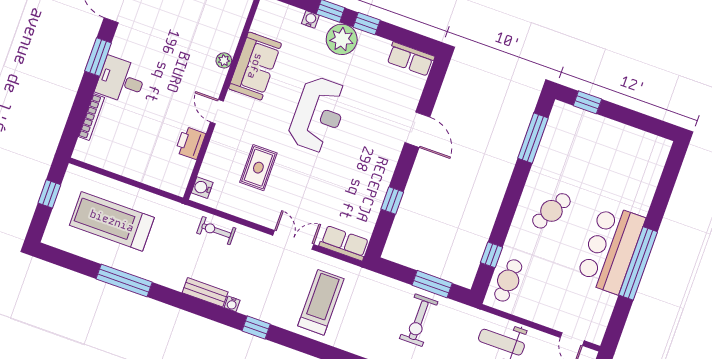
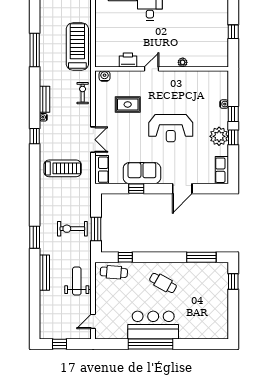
plant: (342, 39) -> (219, 136), moved
sofa: (255, 66) -> (142, 173), moved, turned 180
treadmill: (112, 221) -> (77, 46), moved

